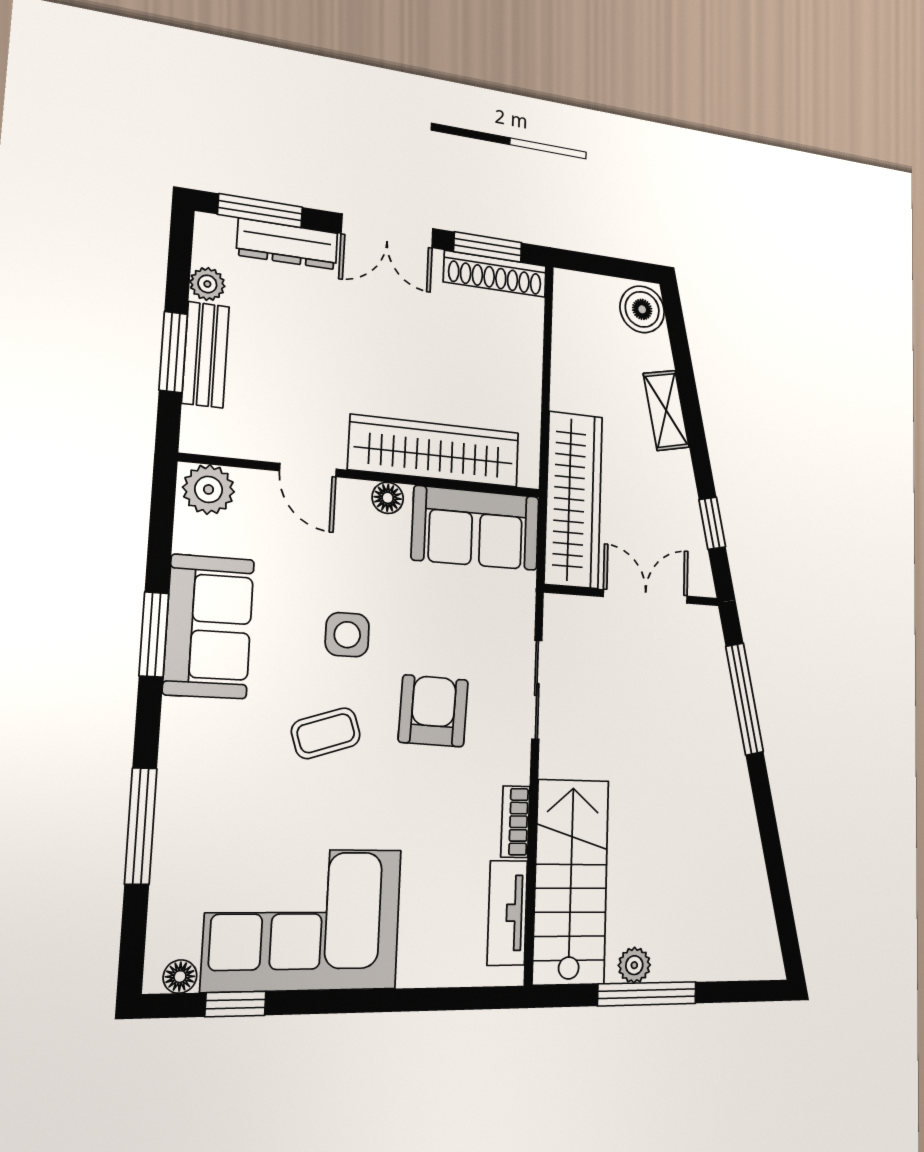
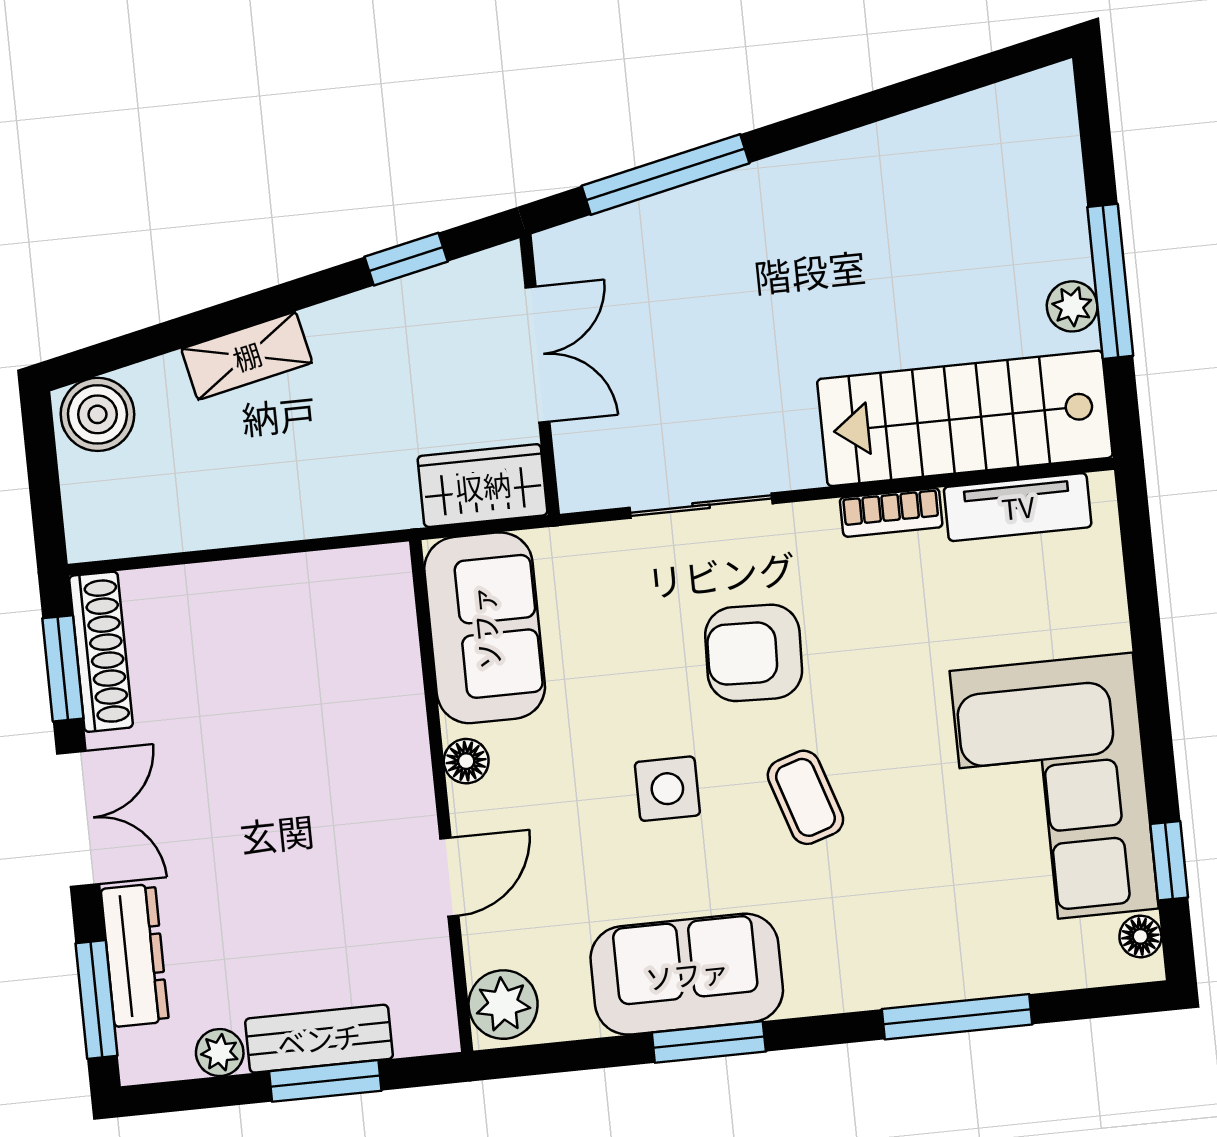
wardrobe: (435, 451) -> (385, 704), removed
wardrobe: (573, 500) -> (483, 486), width x0.48, depth x0.85
double door: (646, 596) -> (538, 354), swing flipped

